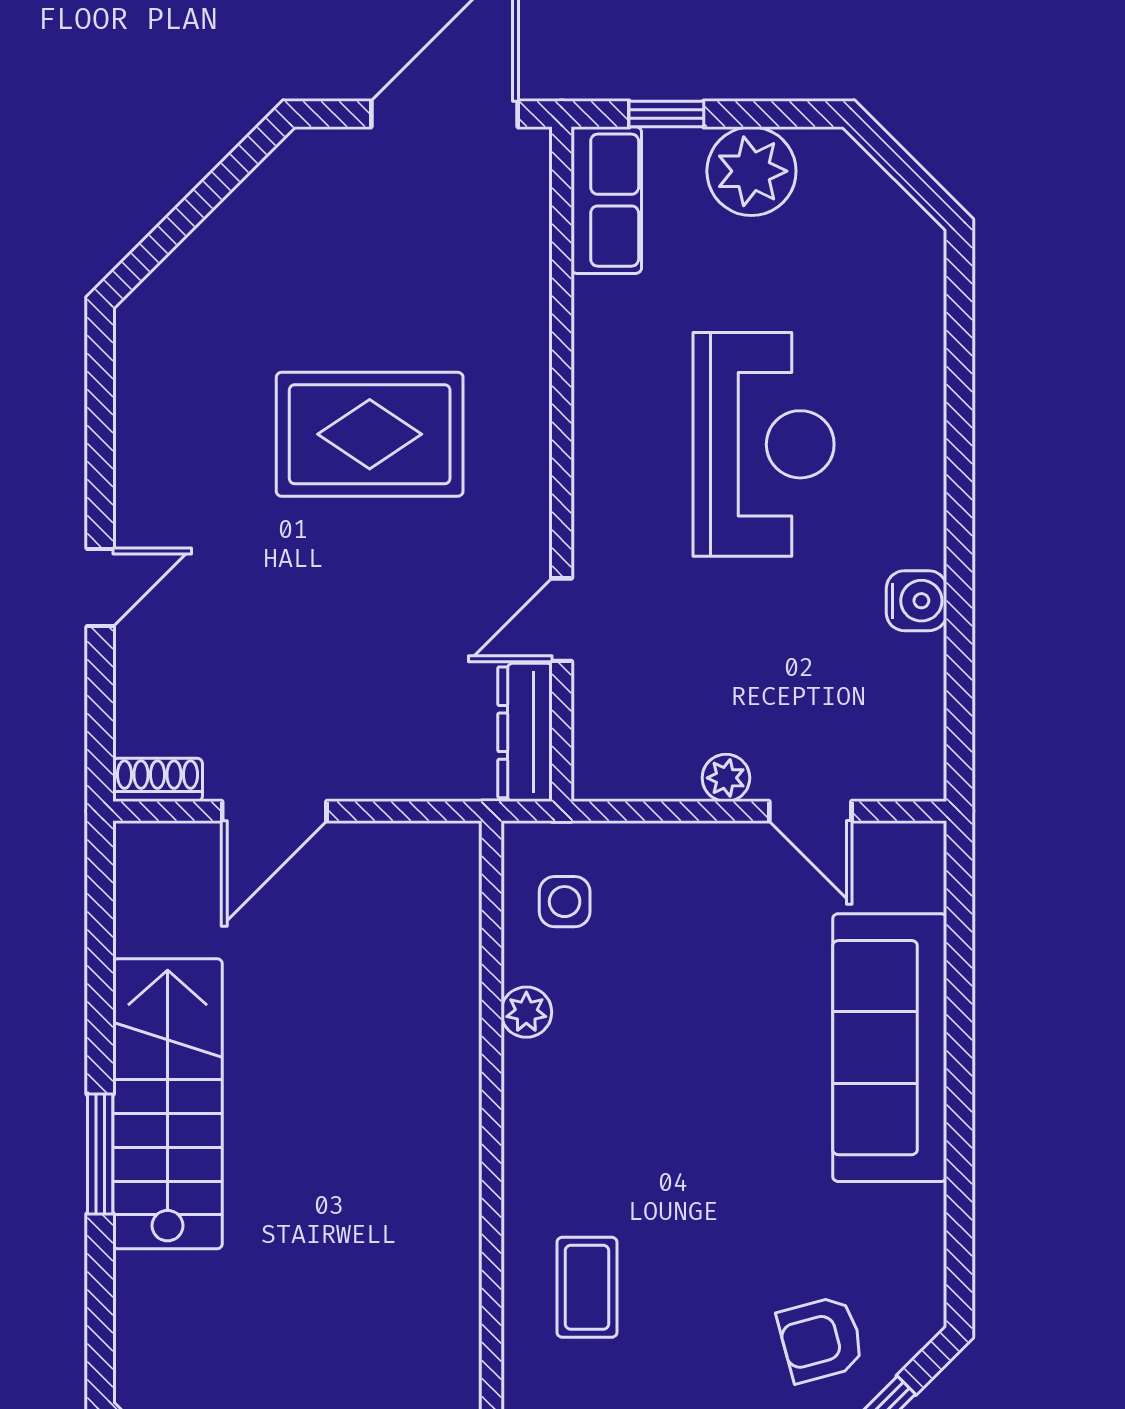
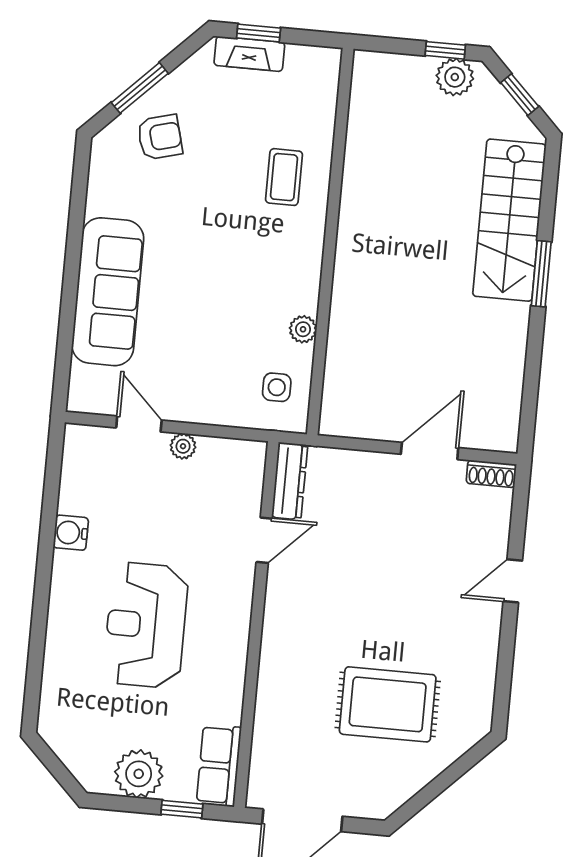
rug: (370, 434) -> (388, 704), moved
stairs: (168, 1104) -> (509, 220), moved

